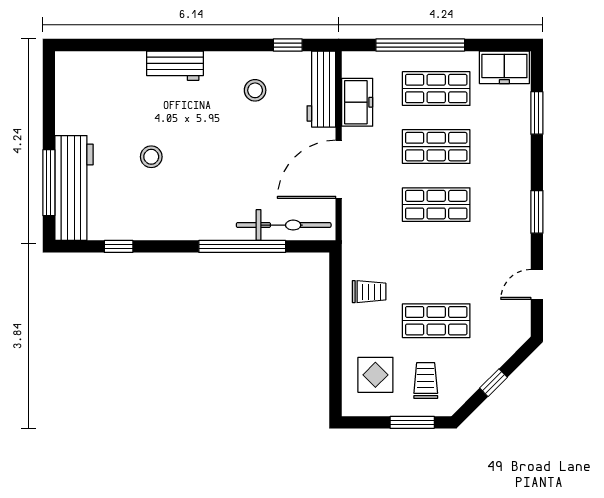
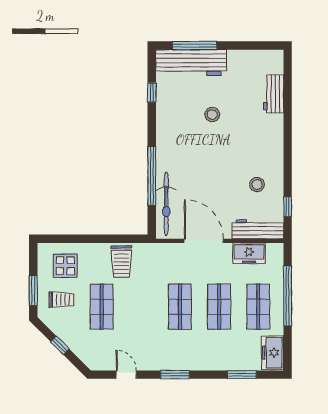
workbench: (175, 66) -> (274, 94), moved
trolley: (369, 292) -> (121, 261), width x1.36, depth x1.39

